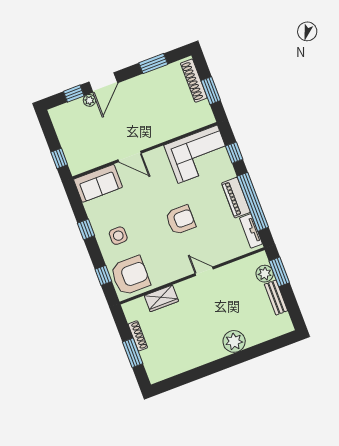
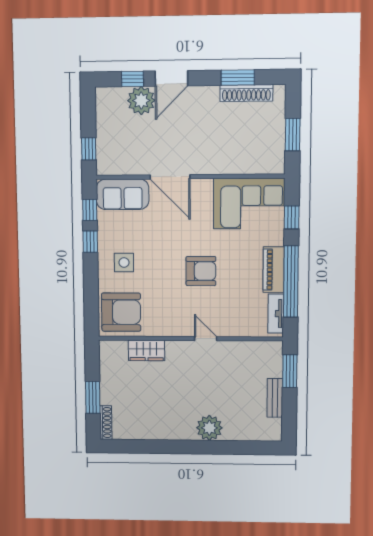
shoe rack: (194, 81) -> (246, 93), moved, turned -90
plant: (89, 100) -> (141, 101), width x1.88, depth x1.88
door: (130, 156) -> (170, 177), width x1.36
plant: (265, 274) -> (273, 367), removed
window: (103, 275) -> (90, 210), moved
shoe rack: (138, 336) -> (106, 423), moved

